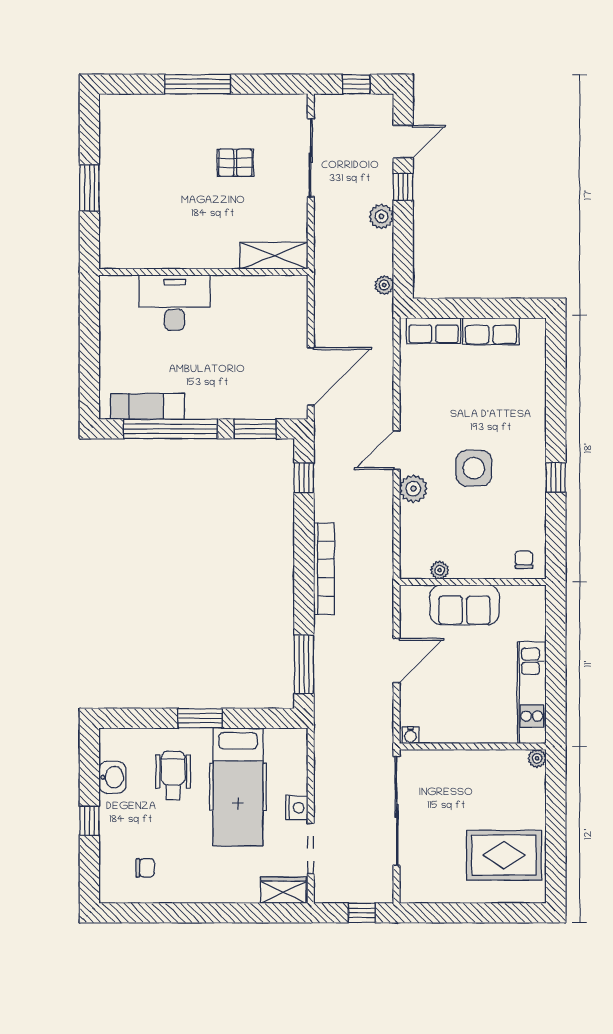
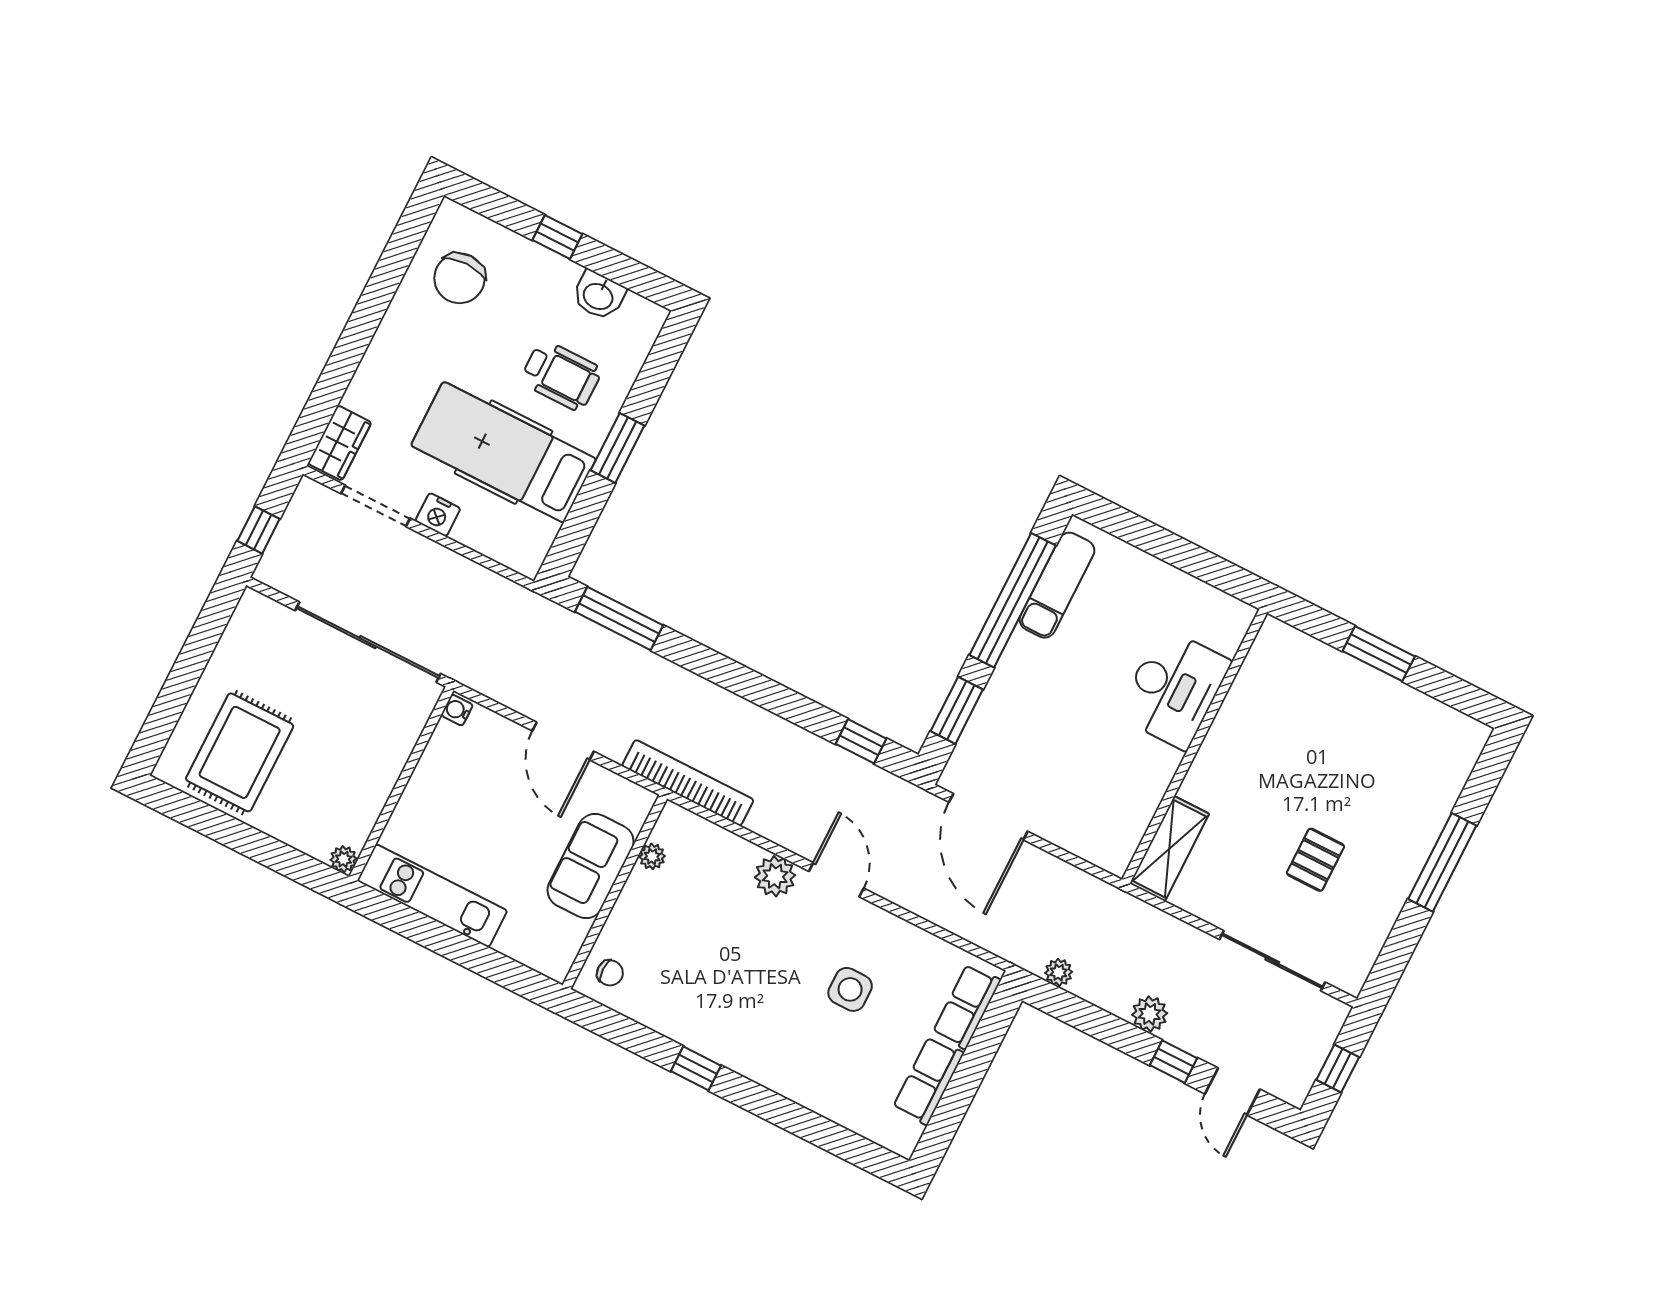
side table: (474, 468) -> (850, 989), moved, width x0.73, depth x0.73
bookcase: (324, 569) -> (688, 783), moved, turned 180
chair: (145, 868) -> (460, 278), width x1.87, depth x1.87

